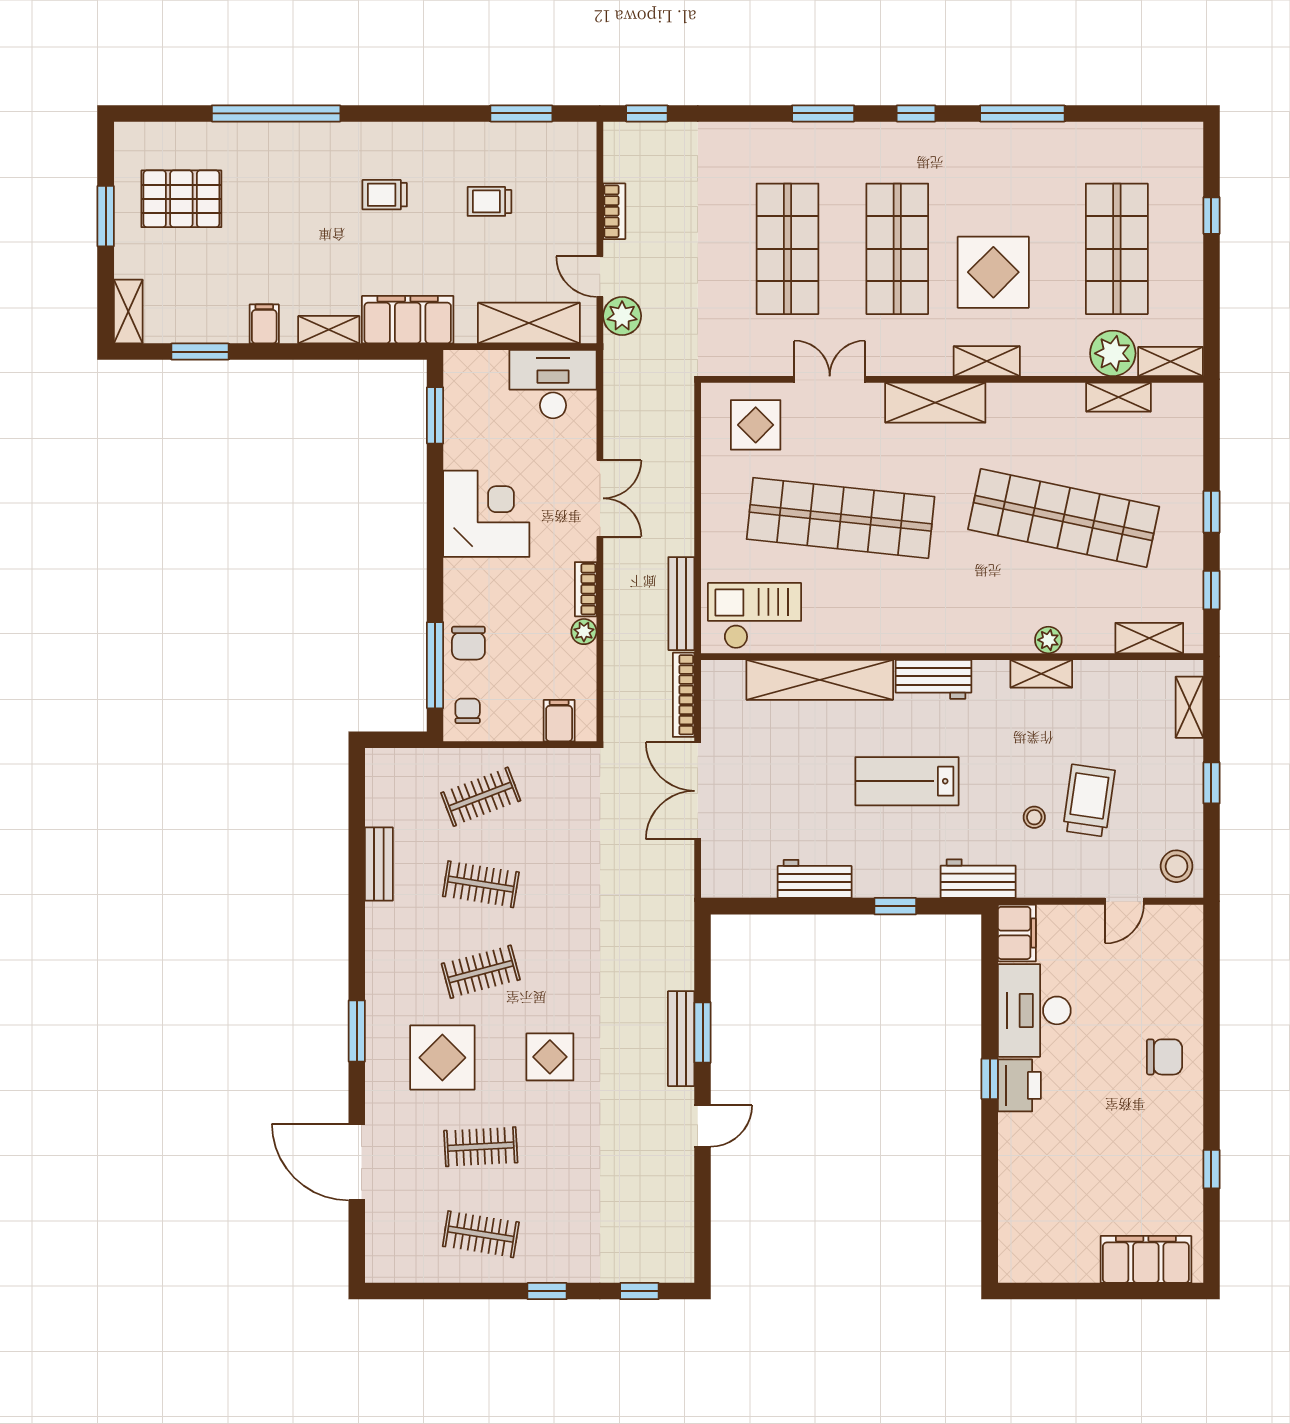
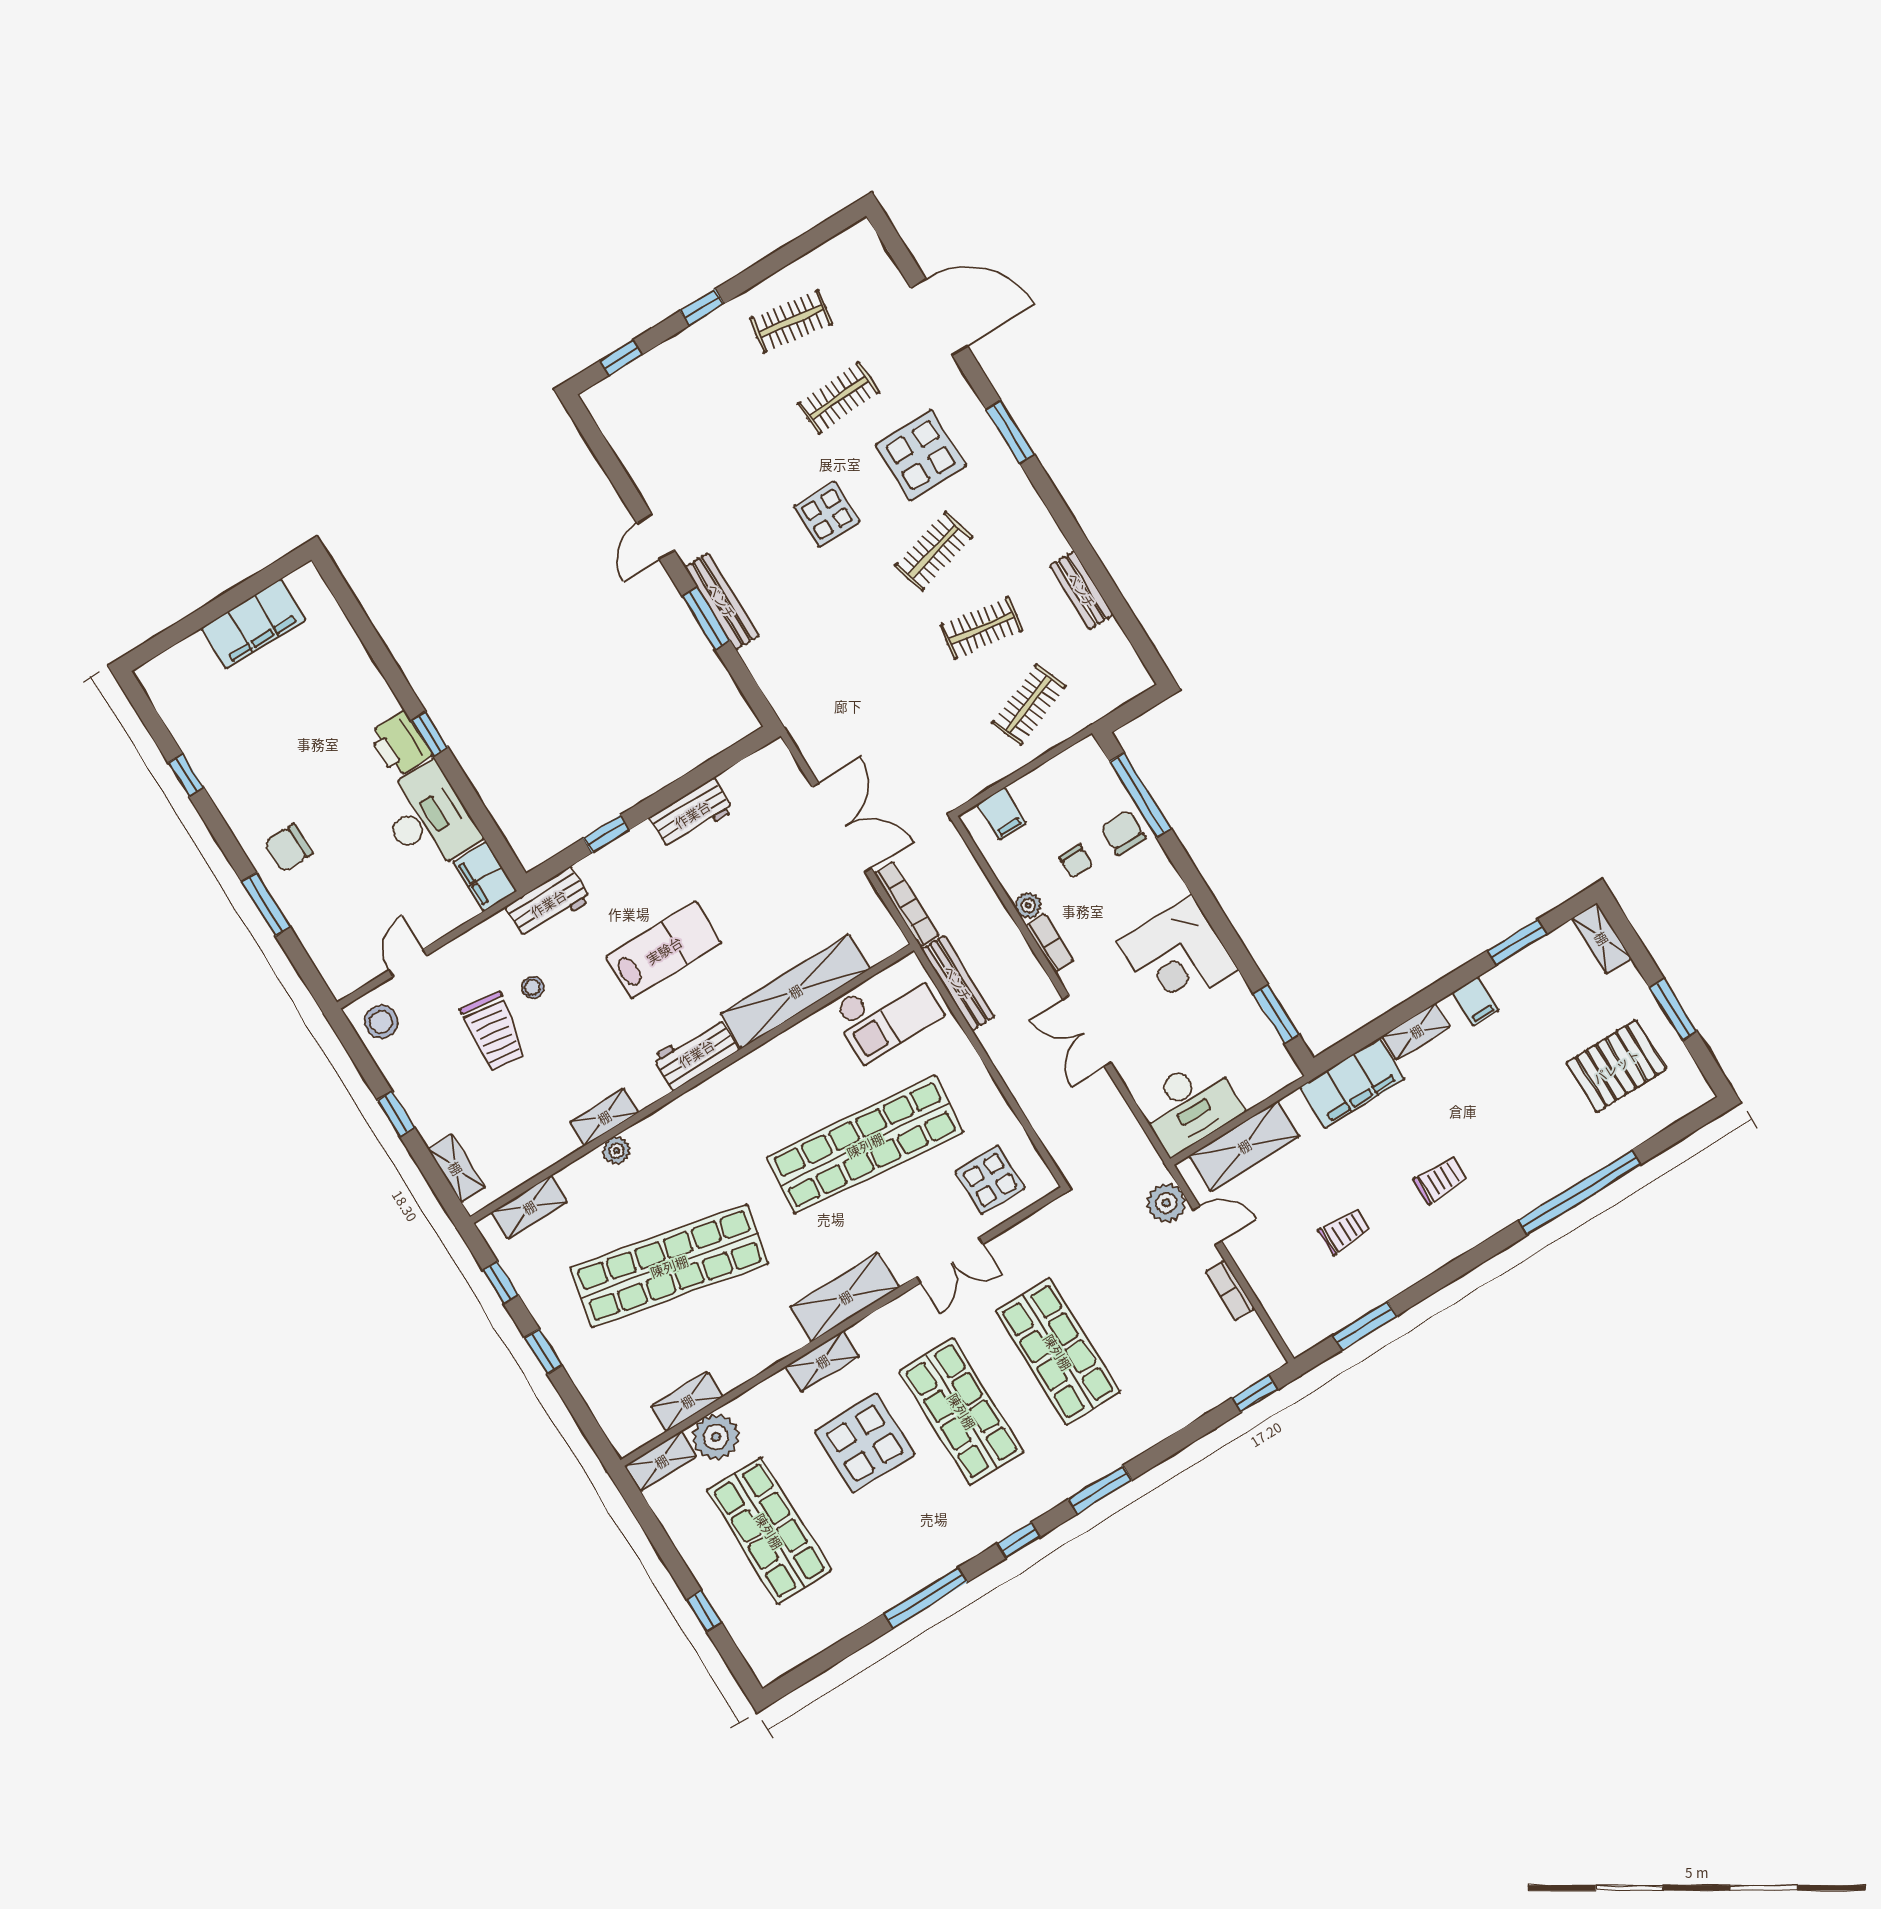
chair: (468, 711) -> (1076, 861), moved
window: (1211, 1022) -> (266, 904), added
filing cabinet: (1146, 1259) -> (254, 624), moved

